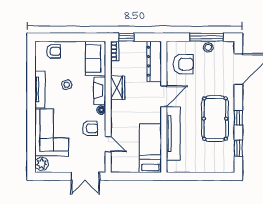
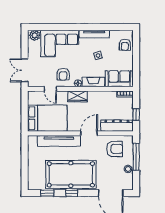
window: (126, 37) -> (136, 115), moved
window: (207, 37) -> (136, 157), moved
armchair: (183, 64) -> (115, 149), turned -90
wardrobe: (118, 88) -> (77, 96), moved
door: (164, 96) -> (89, 133), swing flipped
pool table: (215, 119) -> (71, 174), width x1.36, depth x1.32
door: (108, 144) -> (50, 89), hinge flipped
bed: (150, 148) -> (47, 118), width x1.50

